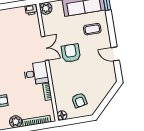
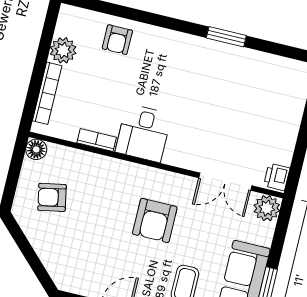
double door: (45, 48) -> (225, 182), moved
armchair: (71, 53) -> (155, 220), turned 90

